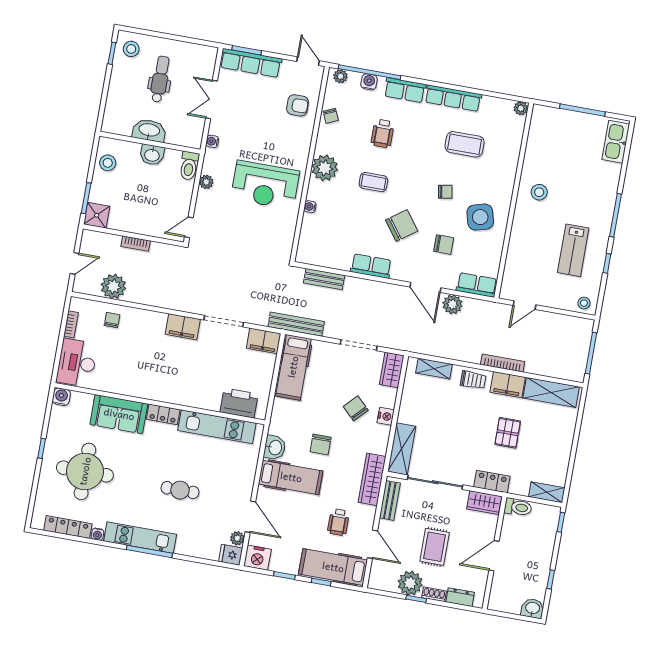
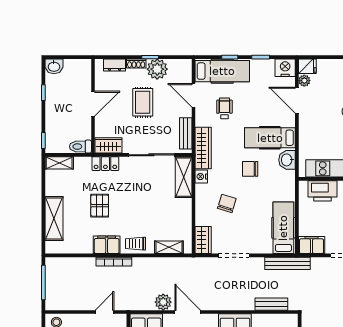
shelving: (551, 392) -> (54, 219), moved, turned 90
chair: (356, 408) -> (227, 203), turned -117
nightstand: (386, 416) -> (201, 177), moved
chair: (321, 445) -> (250, 169), turned -90

